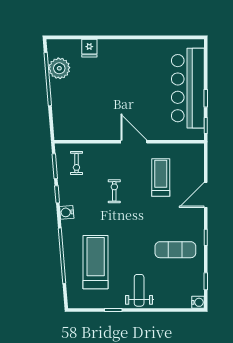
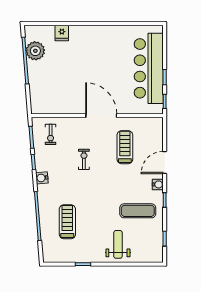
door: (134, 142) -> (101, 116), width x1.36
treadmill: (96, 262) -> (67, 222), width x0.73, depth x0.73
weight bench: (139, 290) -> (118, 244), moved
water cooler: (198, 302) -> (158, 184), moved

